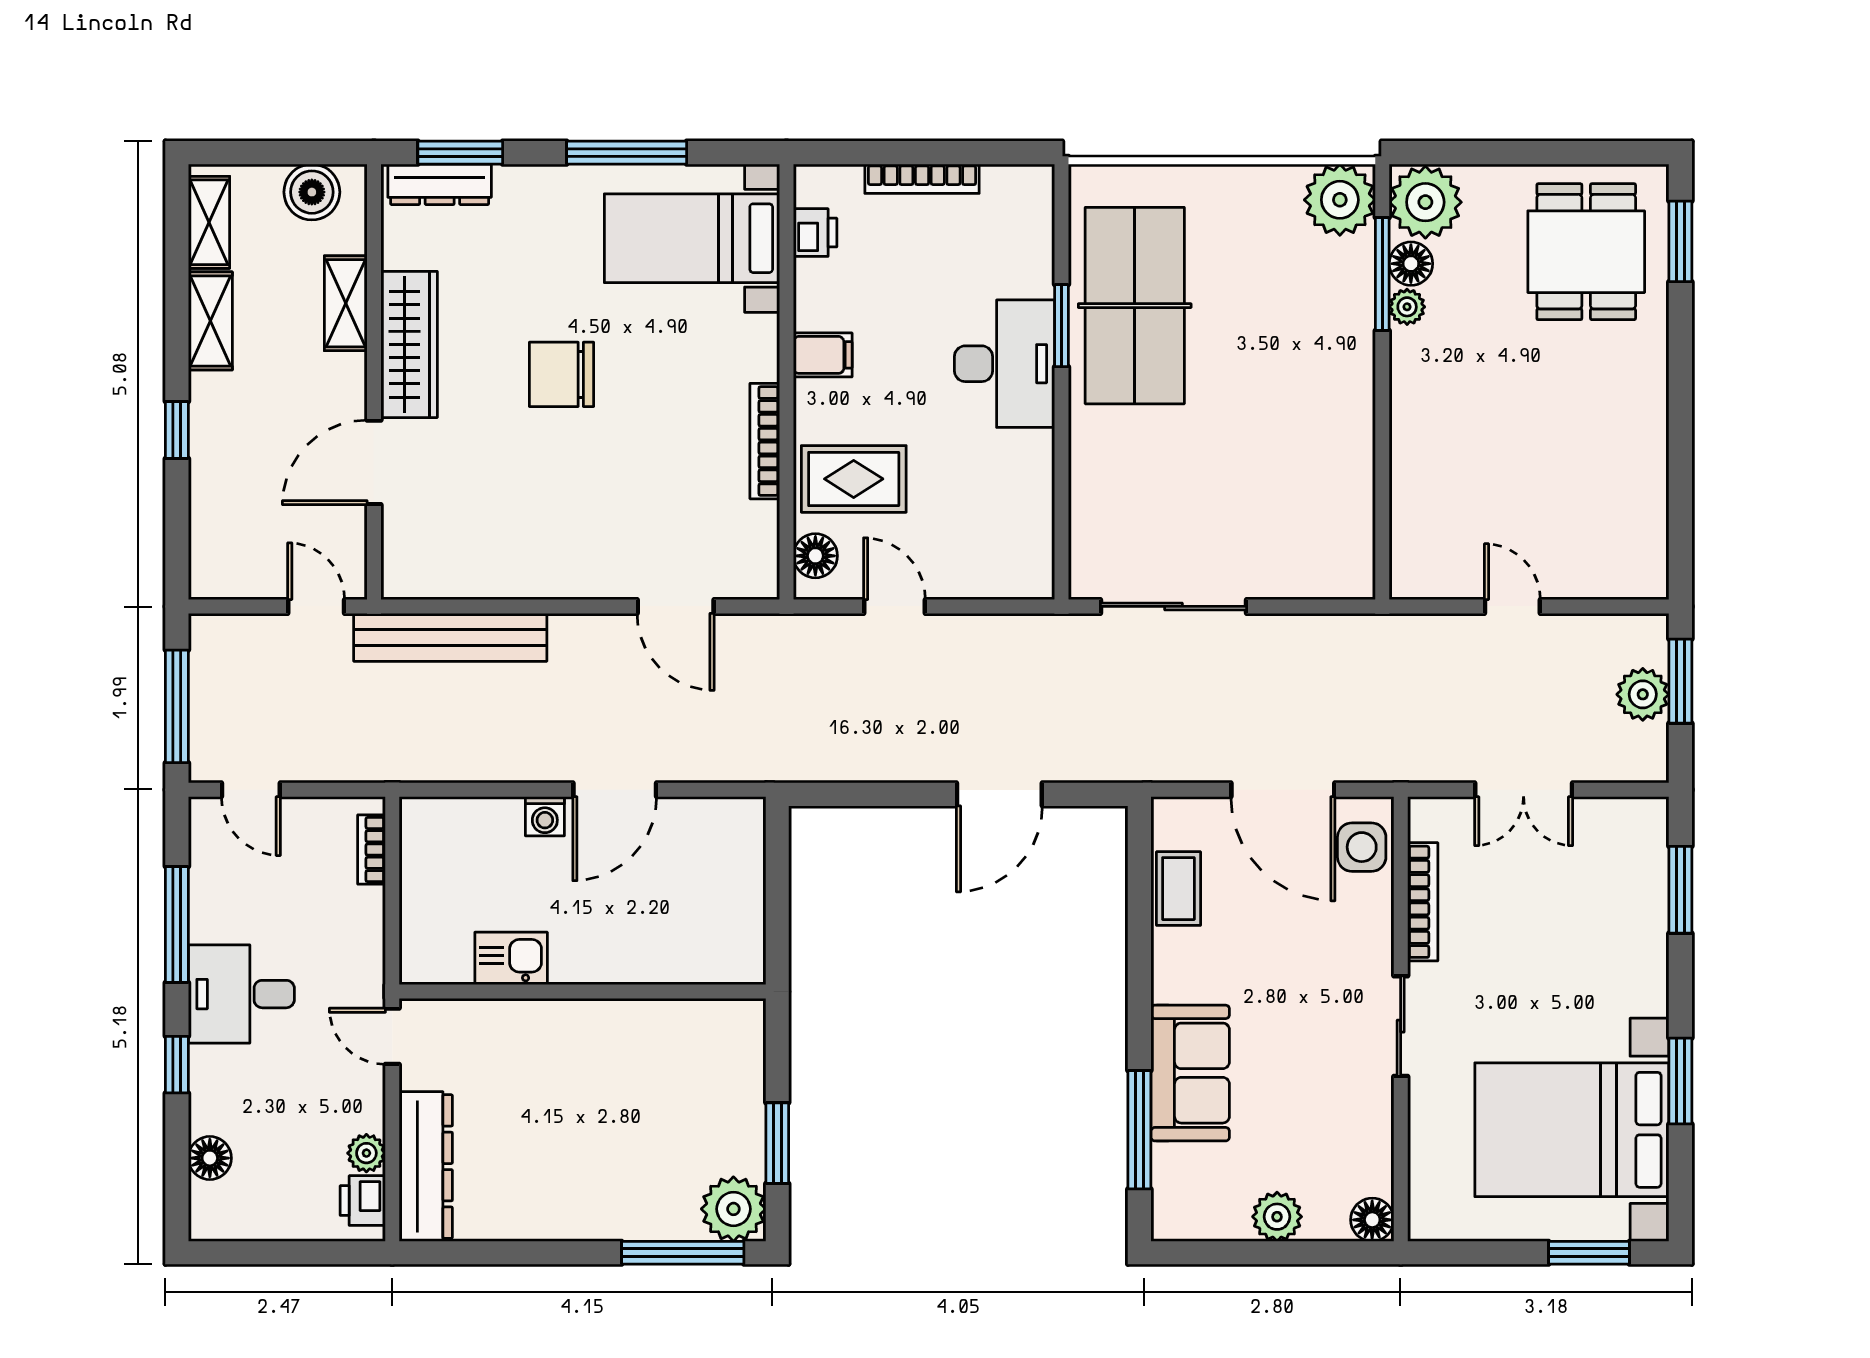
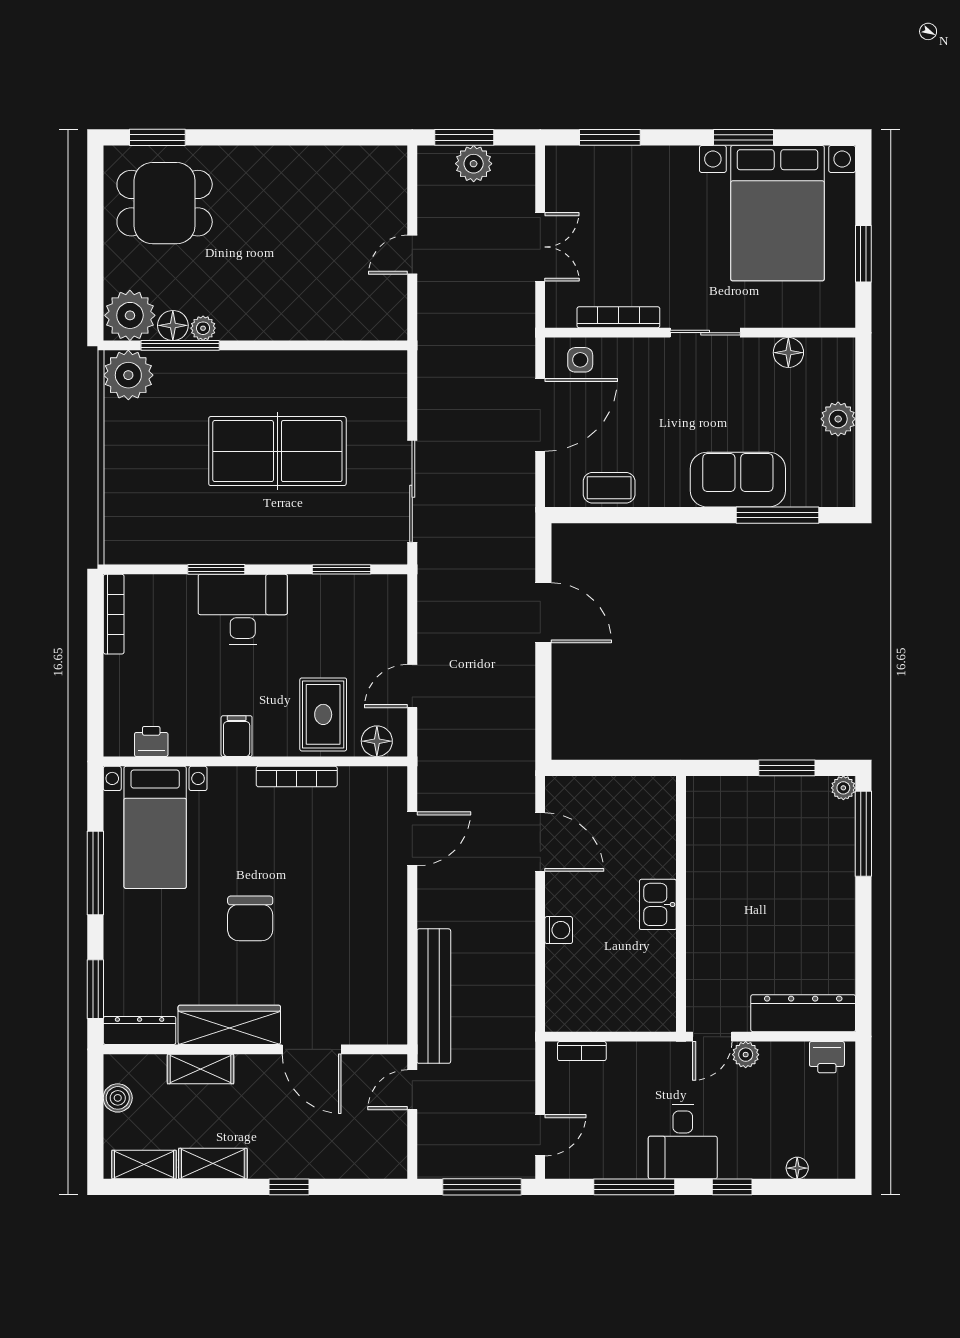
bookcase: (922, 179) -> (114, 614), moved
dresser: (440, 184) -> (140, 1030), moved, turned -90
boiler: (312, 192) -> (118, 1098), width x0.73, depth x0.73
table tennis table: (1135, 306) -> (277, 451), moved
window: (1061, 505) -> (342, 569), added
door: (615, 790) -> (540, 842), moved
side table: (1362, 847) -> (580, 360), width x0.73, depth x0.73
kitchen sink: (511, 958) -> (658, 904), moved
plant: (366, 1153) -> (746, 1055), moved
floor lamp: (210, 1158) -> (797, 1168), width x0.73, depth x0.73
plant: (733, 1209) -> (843, 788), width x0.53, depth x0.53
floor lamp: (1372, 1220) -> (788, 353), moved
window: (1589, 1253) -> (863, 254), moved

